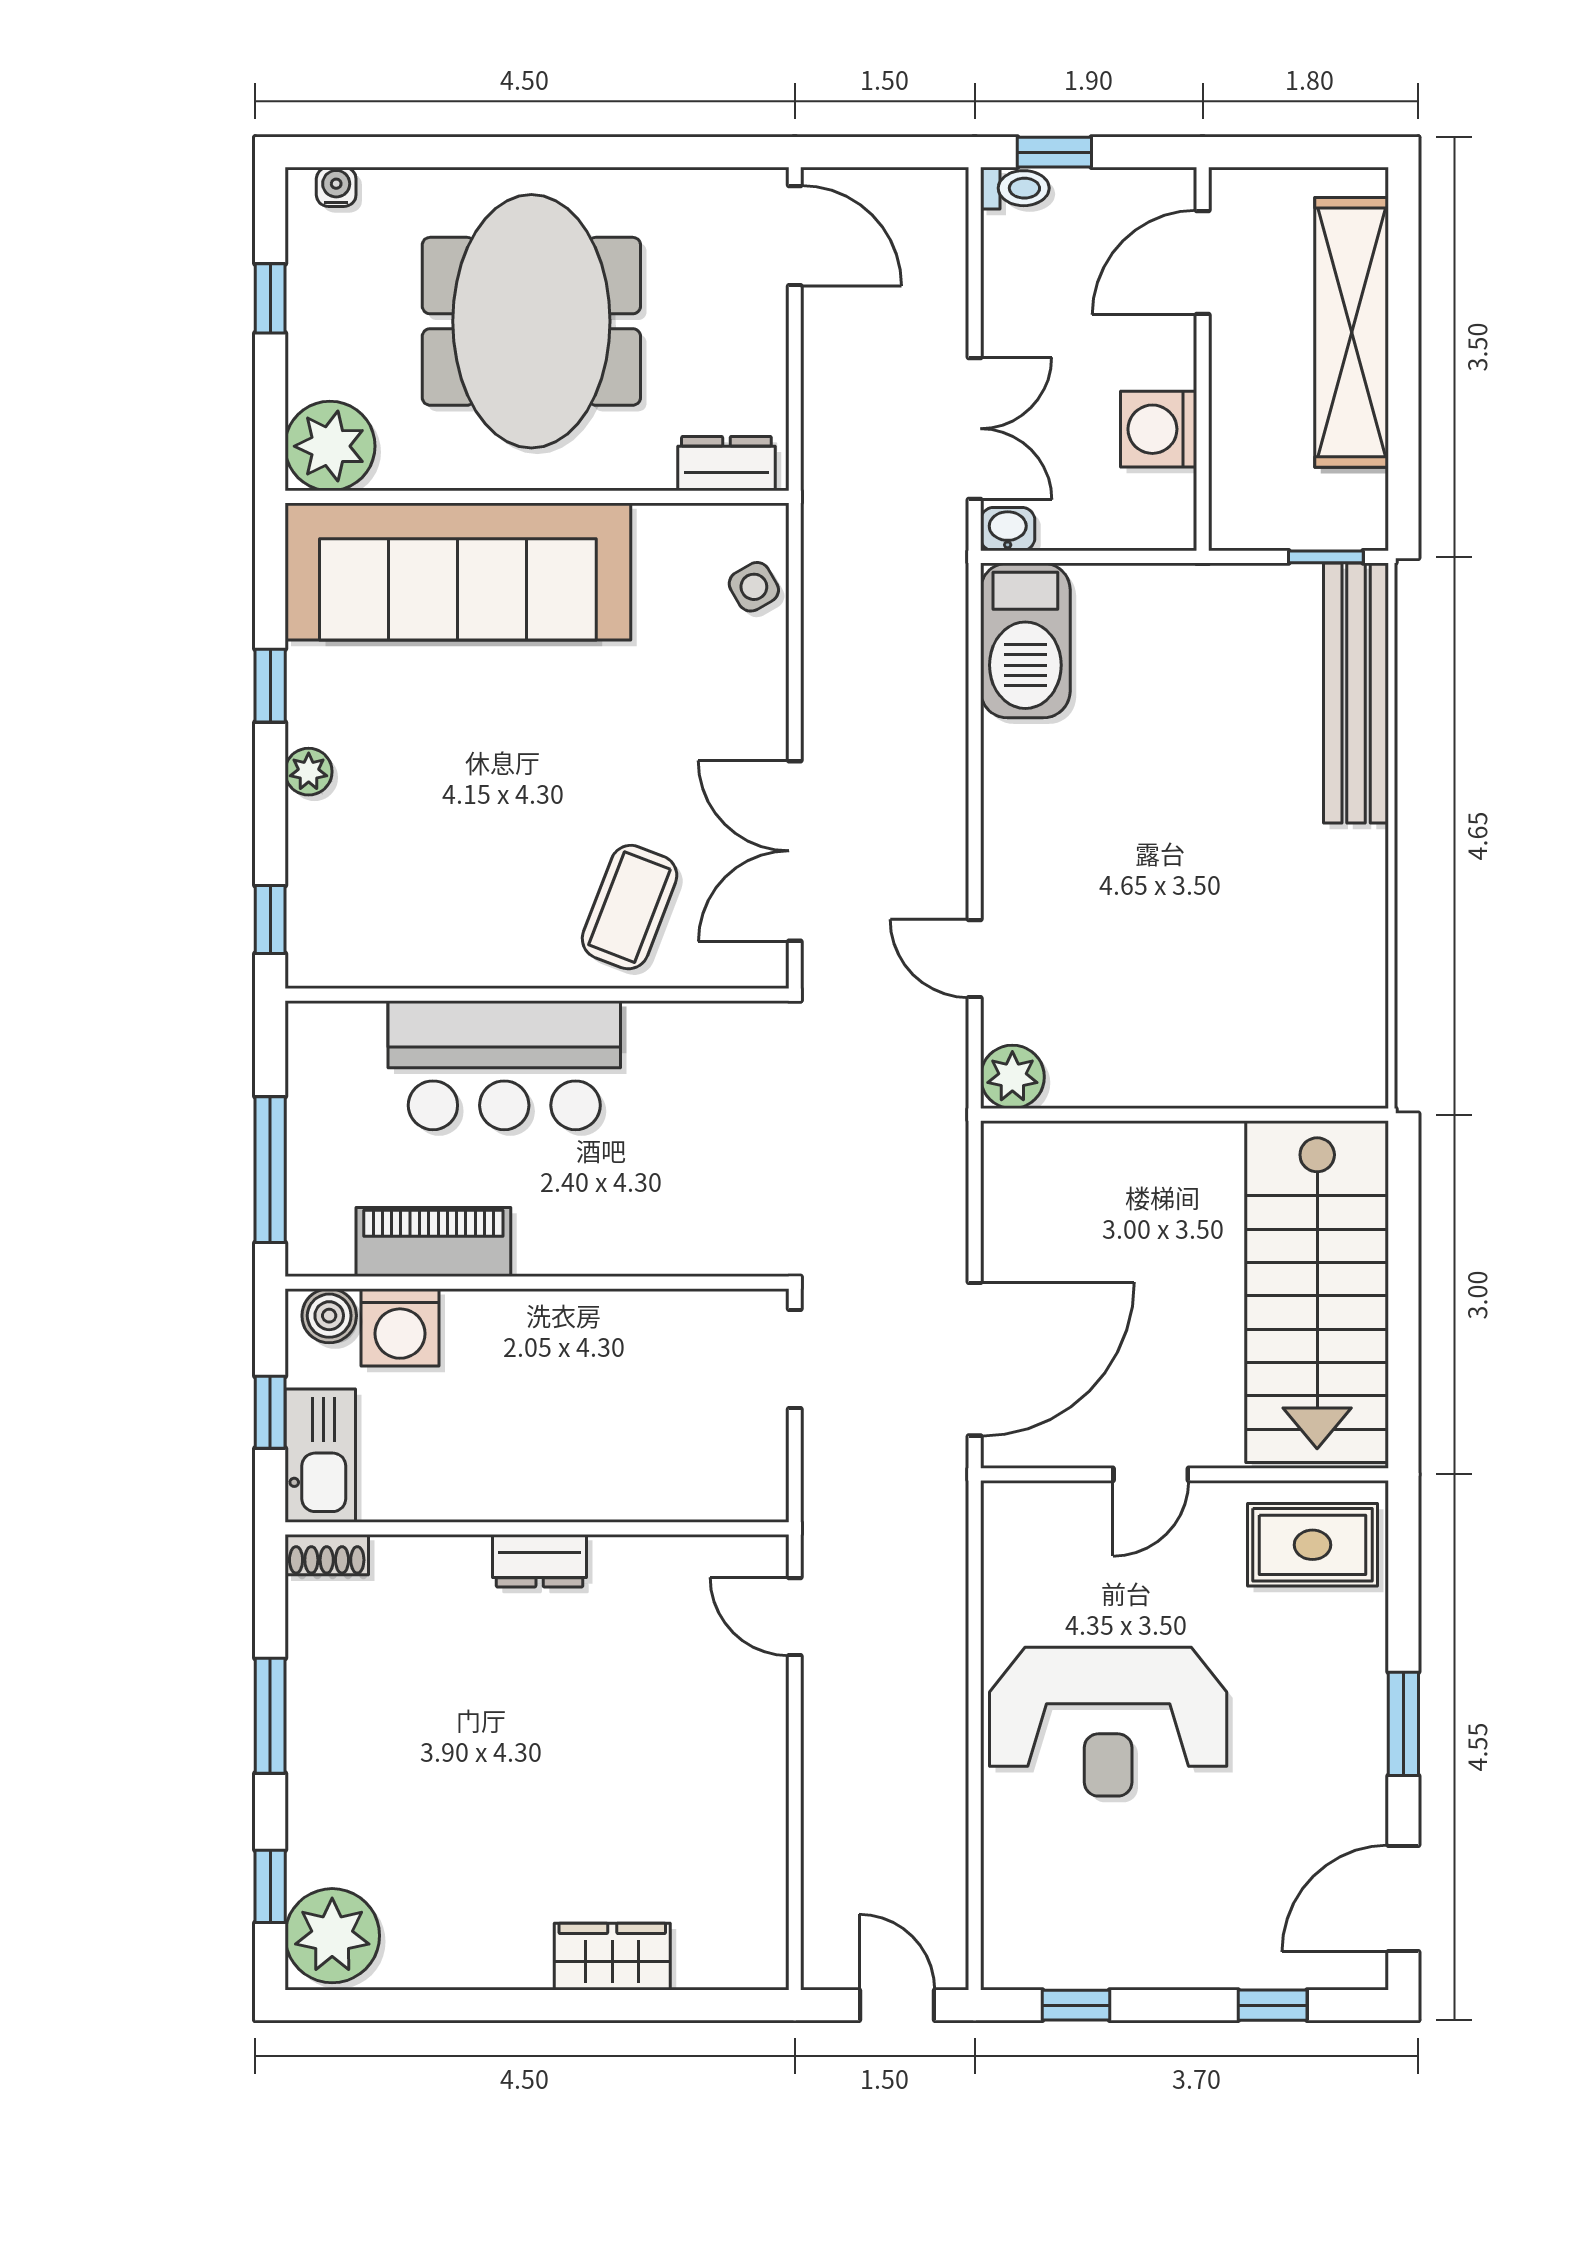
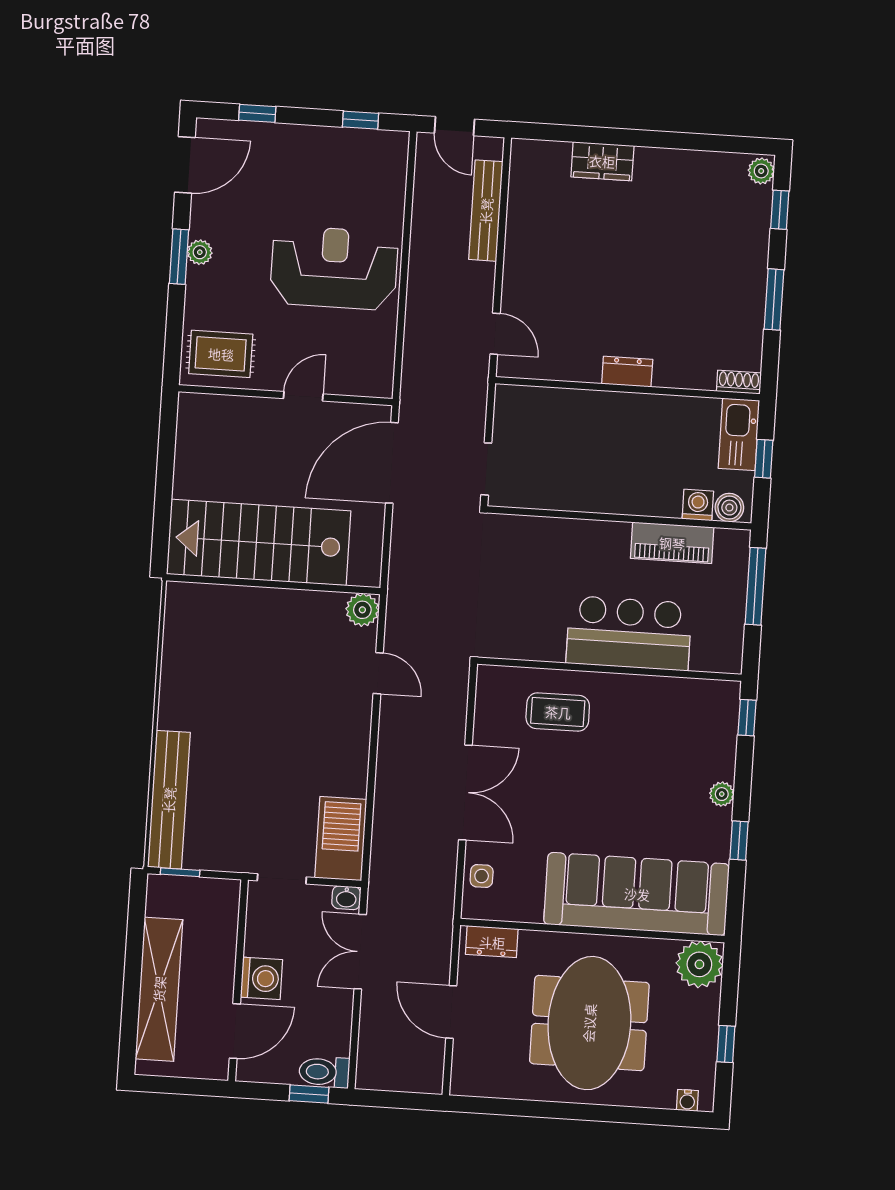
toilet: (1015, 188) -> (324, 1072), width x1.37, depth x1.39
door: (795, 236) -> (451, 1012), moved
washing machine: (1159, 429) -> (261, 978), moved
doorway: (1132, 557) -> (282, 879), added
side table: (754, 587) -> (482, 876), turned 30
double door: (795, 851) -> (465, 793), moved
coffee table: (630, 907) -> (558, 712), turned 69
stairs: (1317, 1292) -> (259, 542), moved, turned -90
washing machine: (400, 1327) -> (698, 505), width x0.73, depth x0.73
plant: (1365, 1735) -> (200, 252), added
bench: (827, 1849) -> (486, 211), added
plant: (332, 1936) -> (761, 171), width x0.53, depth x0.53

